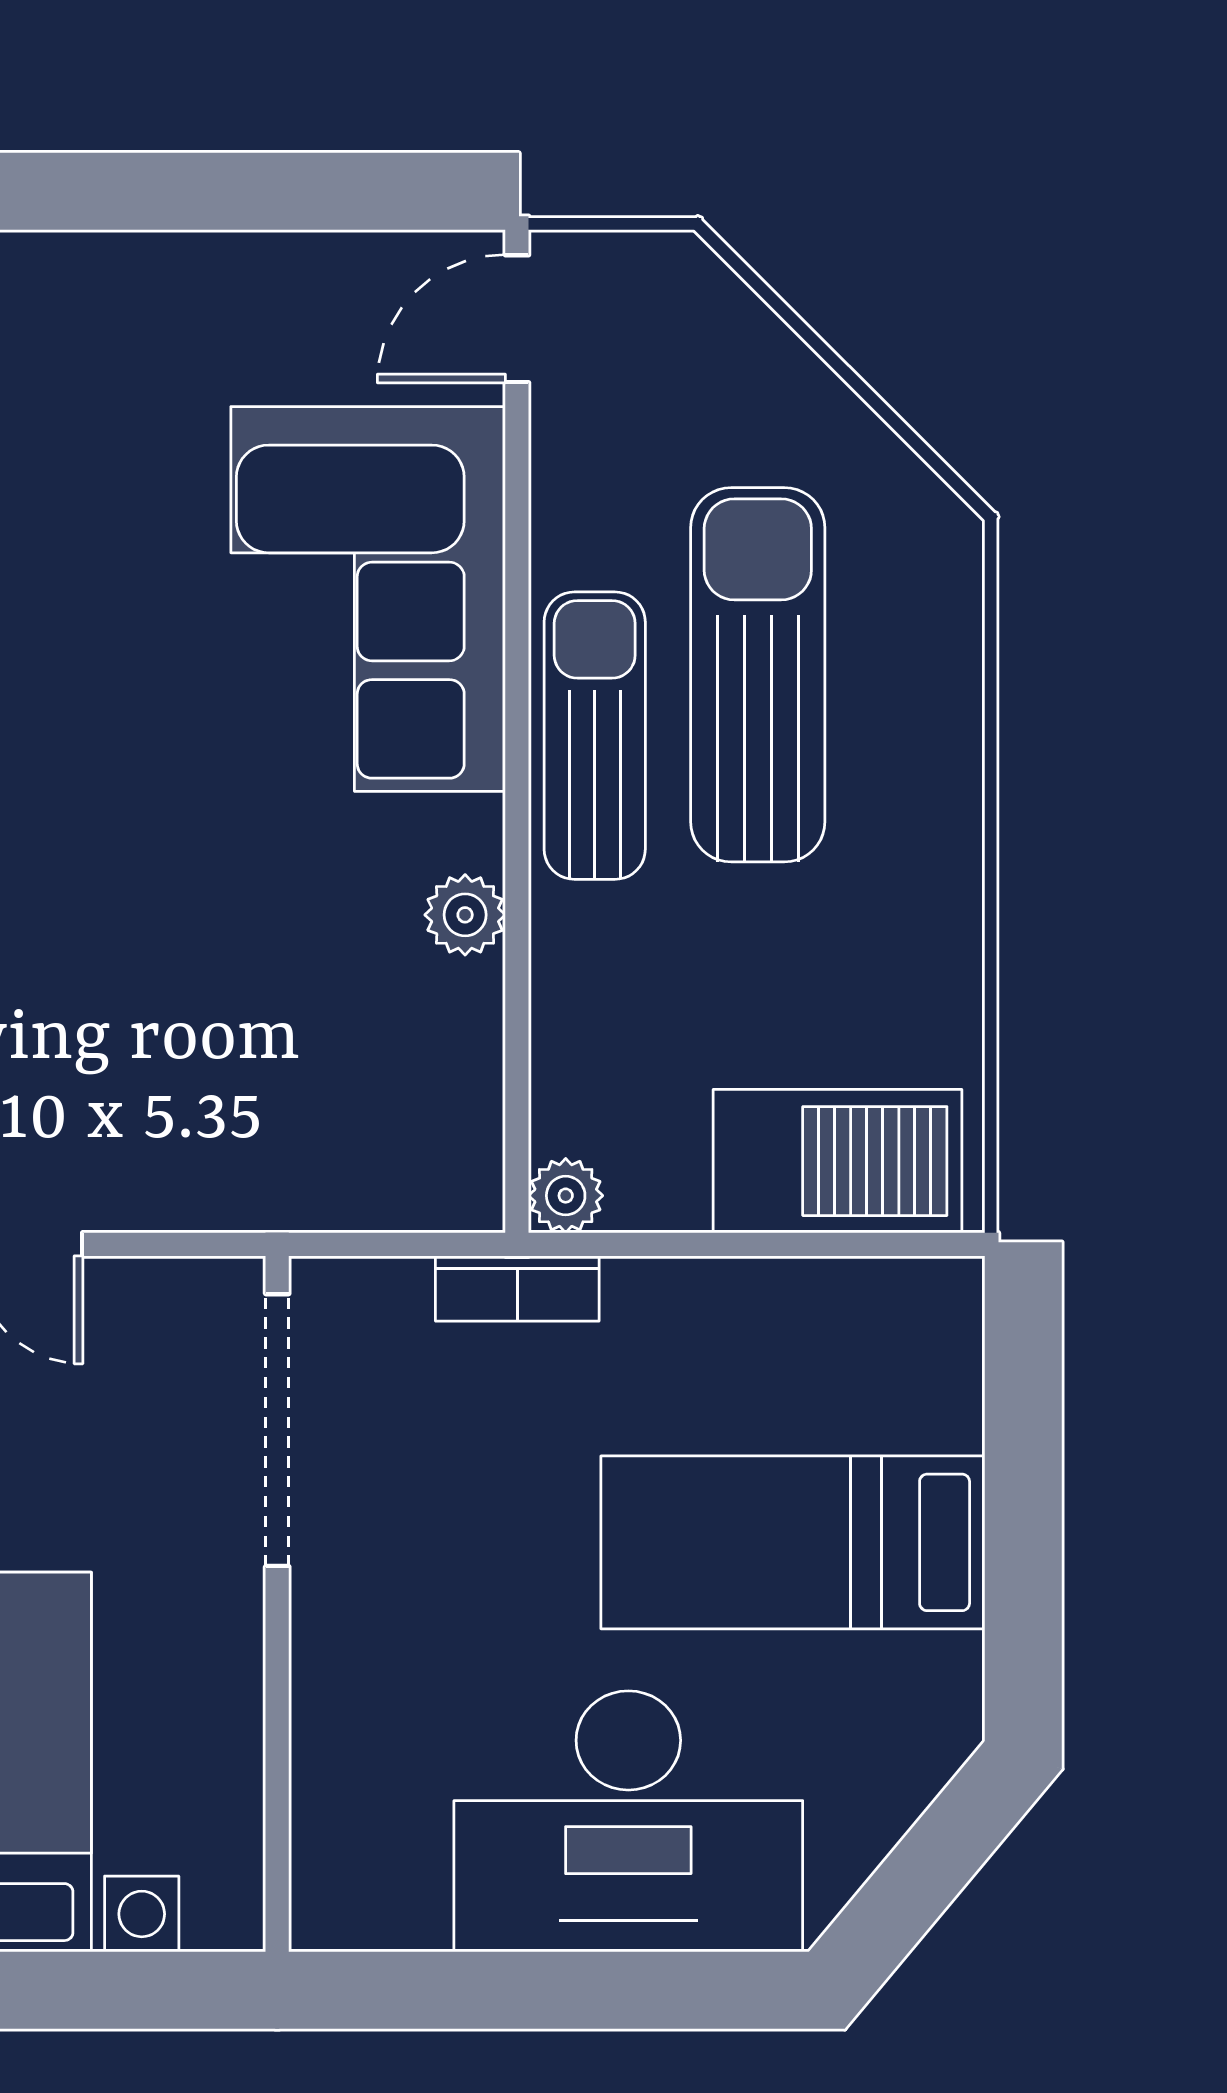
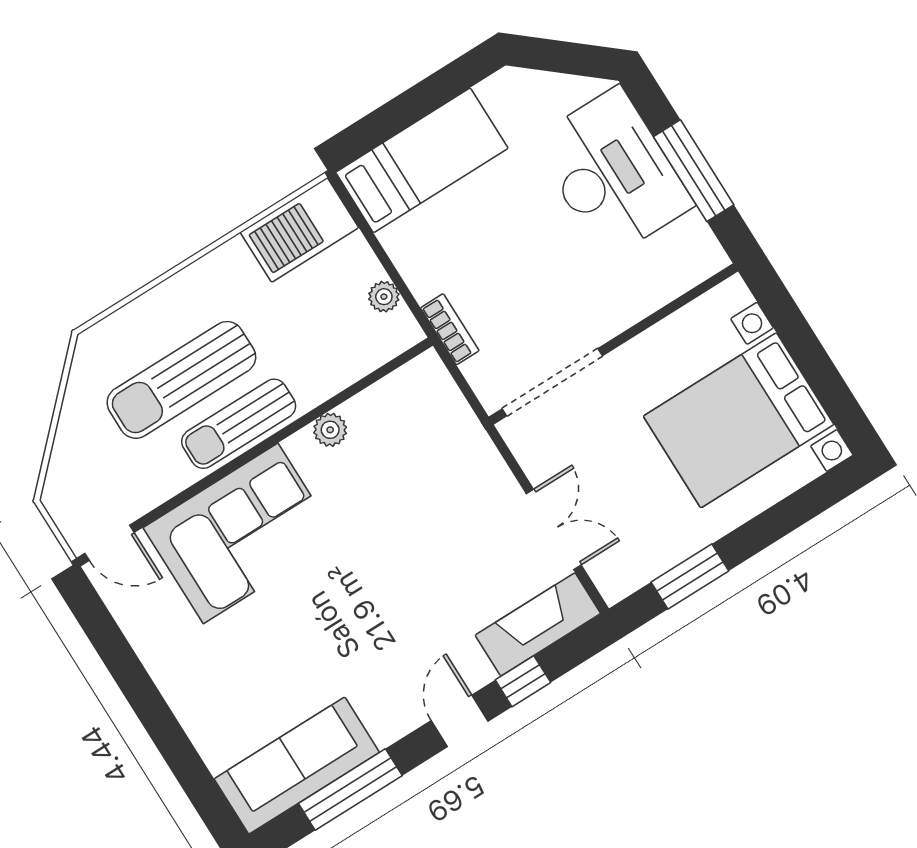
barbecue: (837, 1161) -> (299, 230), moved, turned -90
plant: (566, 1196) -> (384, 297), moved
bed: (793, 1542) -> (422, 160), moved, turned -90
window: (529, 1990) -> (694, 171), added

